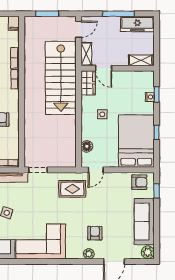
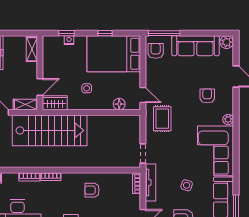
window: (157, 191) -> (164, 33), width x2.17
armchair: (95, 233) -> (207, 96), turned 90
plant: (89, 254) -> (228, 120), moved

